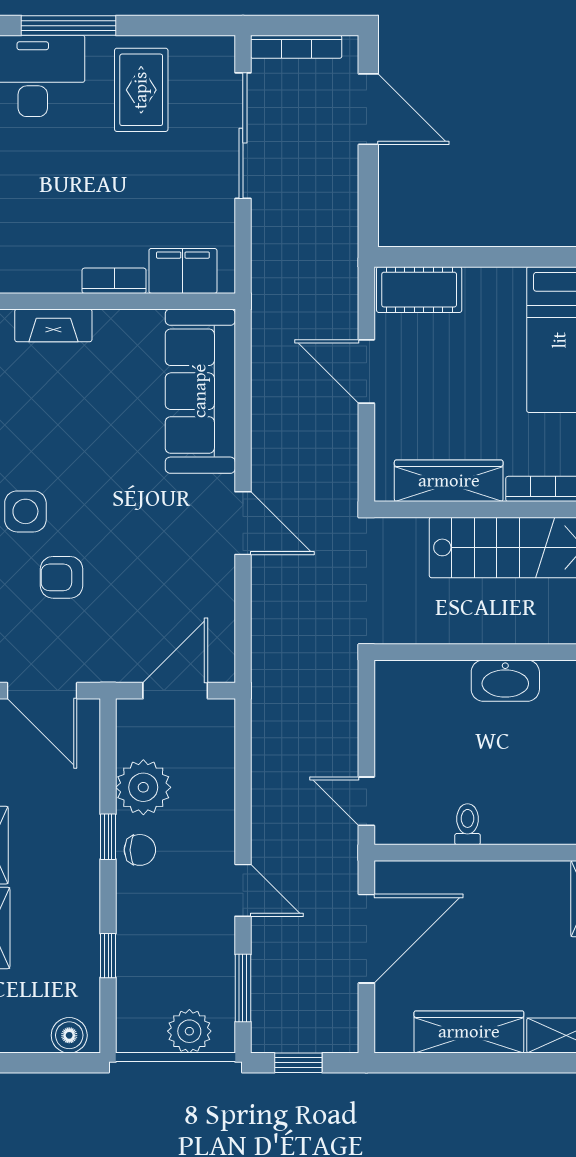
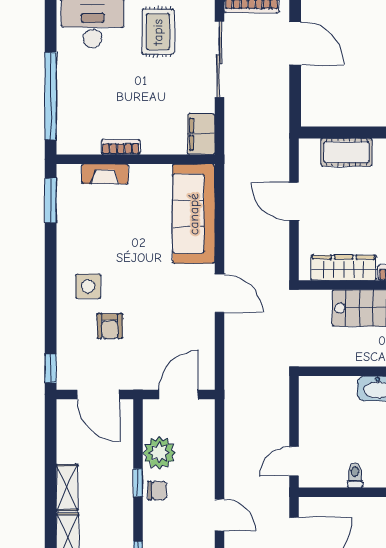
filing cabinet: (183, 271) -> (201, 134), moved, turned -90
bookcase: (114, 281) -> (121, 147), moved
cot: (419, 290) -> (346, 152), moved
armchair: (62, 577) -> (110, 326), turned -90
door: (366, 801) -> (294, 461), hinge flipped

